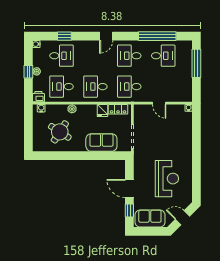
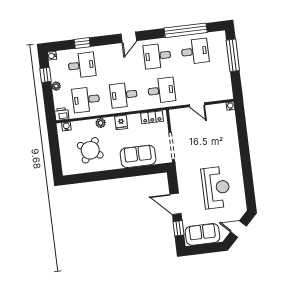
window: (28, 72) -> (46, 75), moved
desk: (129, 87) -> (161, 90), turned 180
fridge: (102, 111) -> (121, 122), moved

